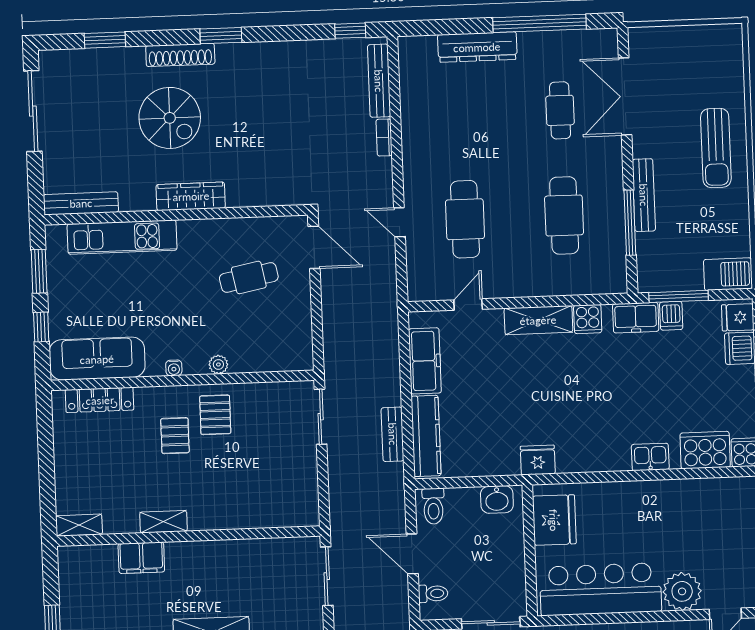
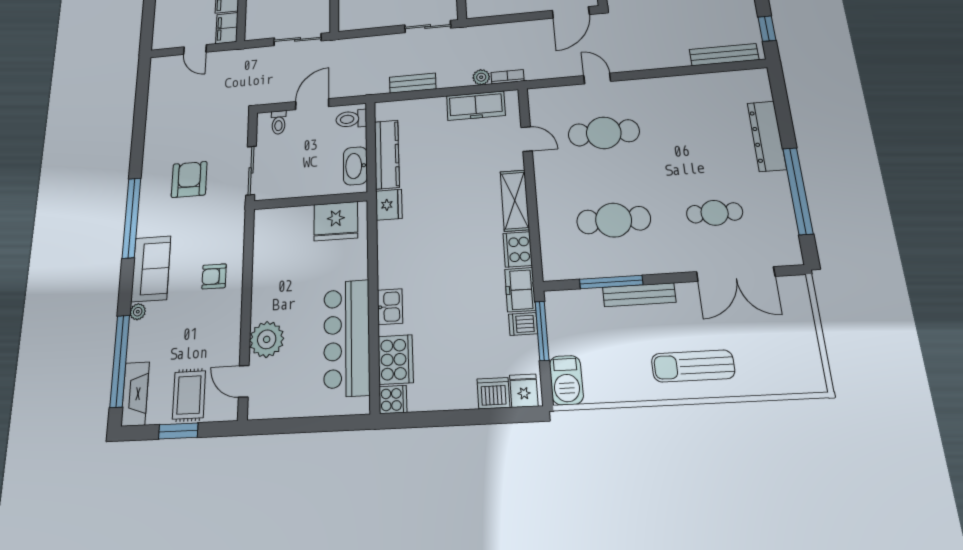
double door: (625, 96) -> (736, 274), swing flipped
bookcase: (384, 137) -> (508, 77), moved
door: (400, 222) -> (597, 79), hinge flipped
cooker: (588, 319) -> (518, 249), width x1.36
plant: (390, 354) -> (481, 77), added
kitchen counter: (426, 436) -> (387, 154), moved, turned -90
washbasin: (497, 499) -> (355, 166), width x1.38
bar counter: (601, 589) -> (347, 338), moved, turned 180

